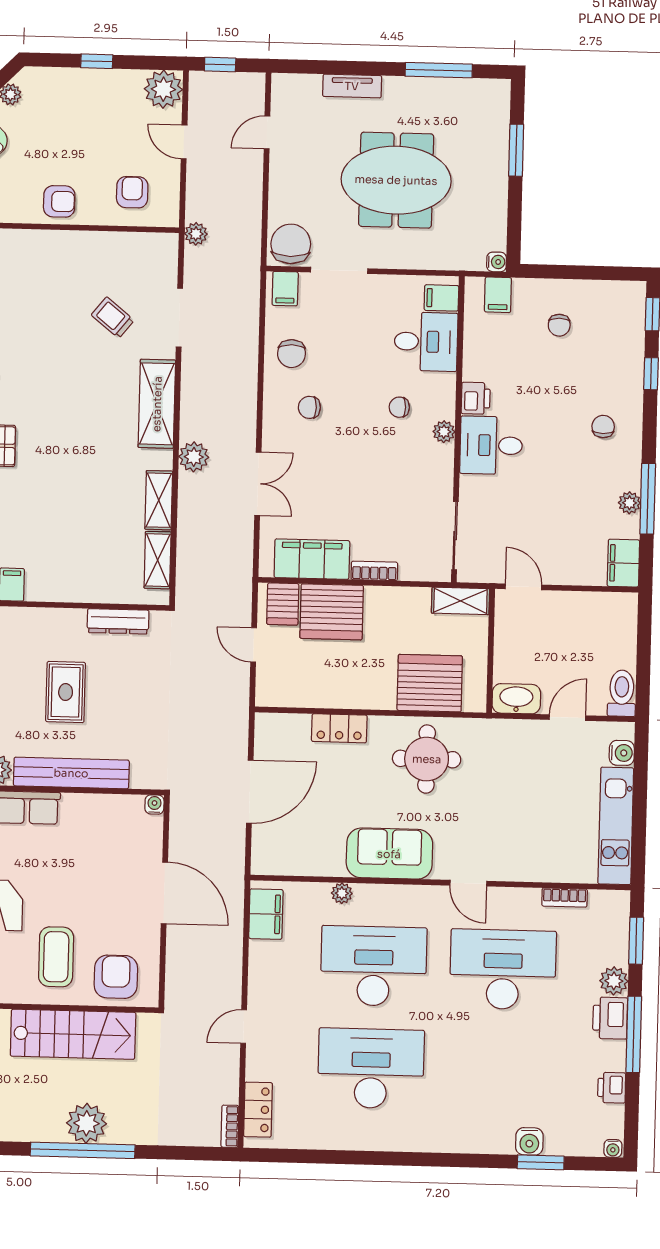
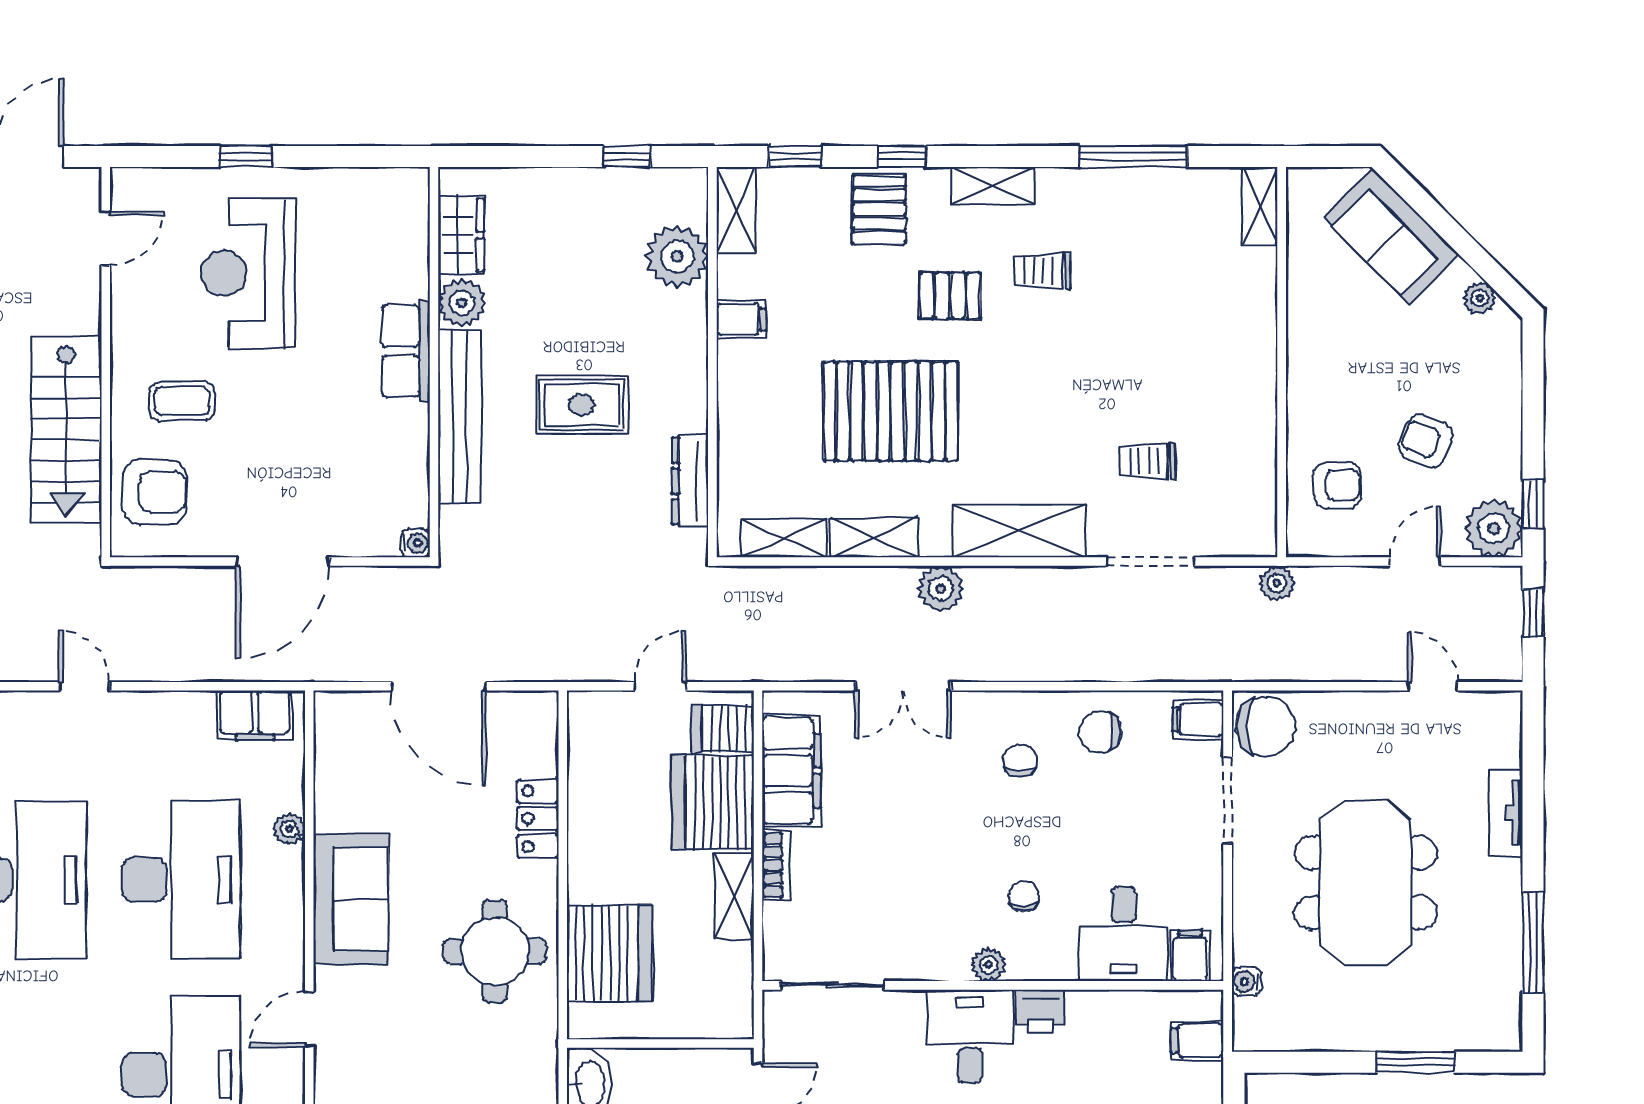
window: (97, 61) -> (1533, 504), moved
armchair: (59, 201) -> (1426, 441), moved, turned 111
water cooler: (497, 262) -> (1247, 982), moved, turned 90
trolley: (113, 318) -> (1148, 461), turned -129
pallet: (75, 487) -> (891, 411), added
shelving: (460, 601) -> (734, 896), moved
coffee table: (56, 957) -> (182, 401), width x0.73, depth x0.77

